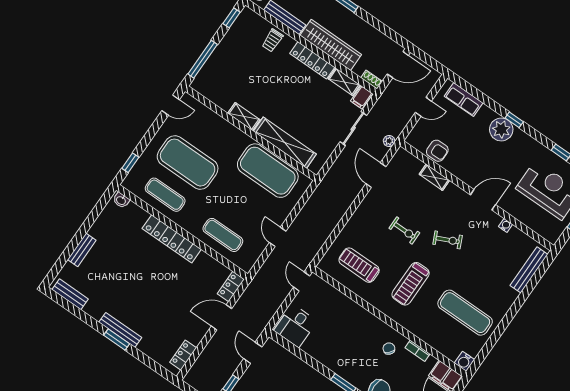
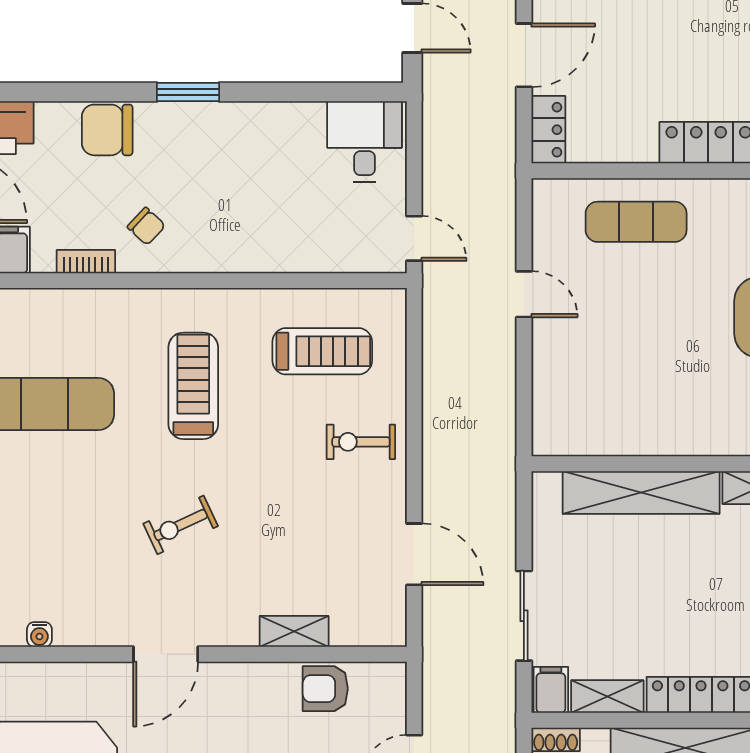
plant: (389, 141) -> (435, 641), removed
exercise mat: (268, 171) -> (636, 413), removed
water cooler: (506, 225) -> (39, 634), moved
exercise bike: (404, 230) -> (361, 442), moved

